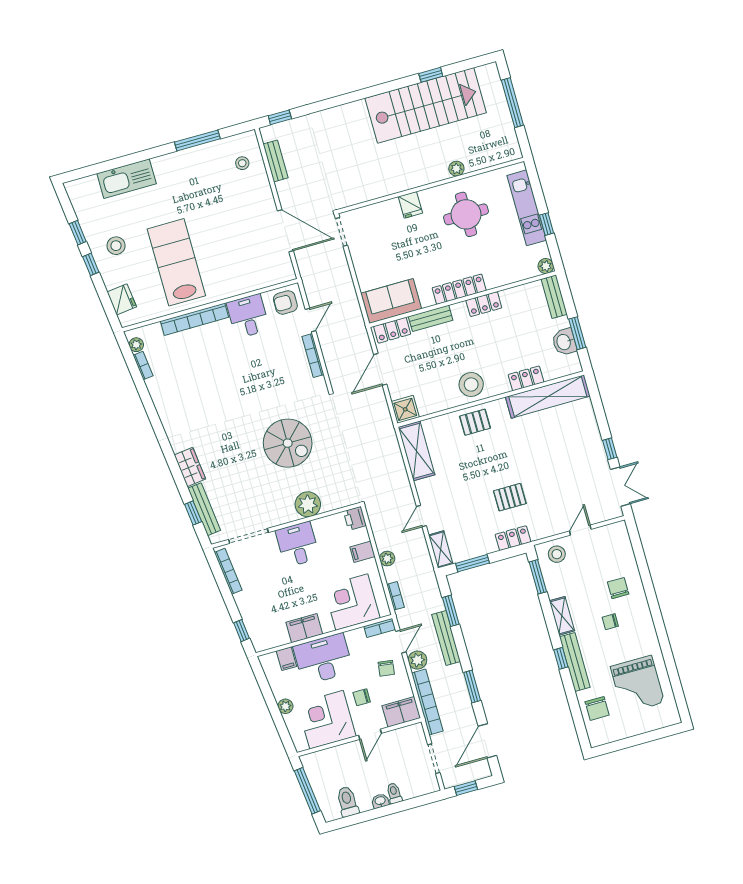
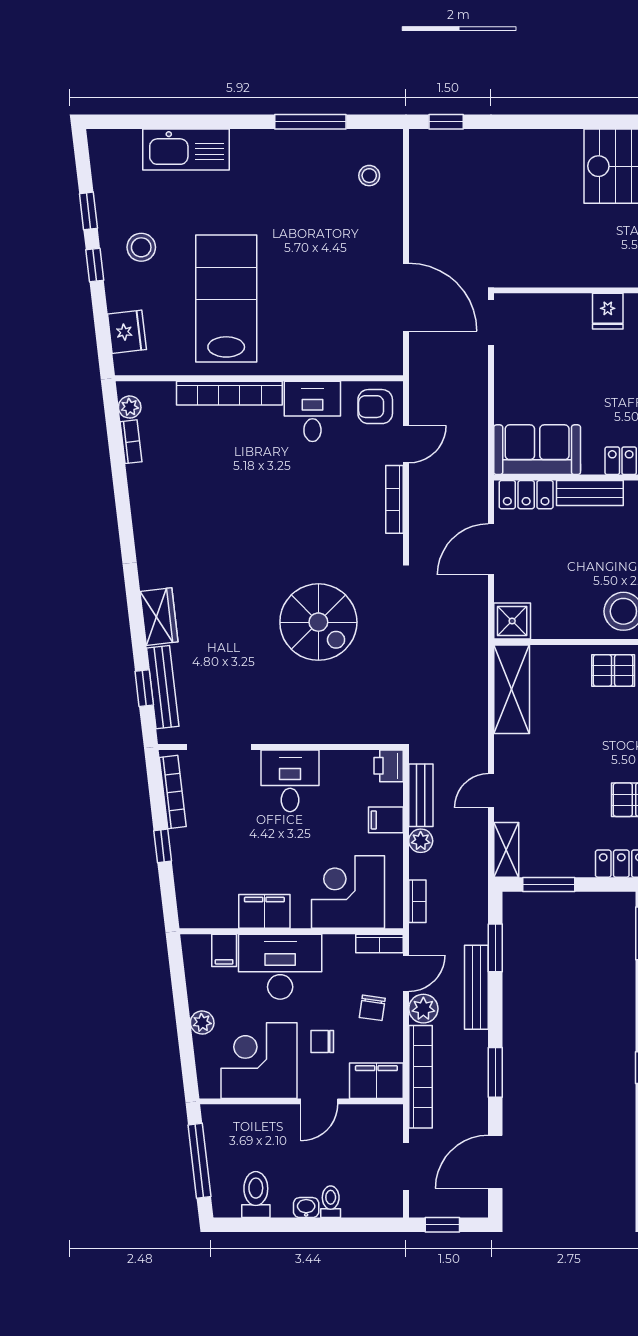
bench: (275, 161) -> (421, 795), moved
plant: (308, 504) -> (323, 724), removed
window: (241, 631) -> (163, 846), moved

